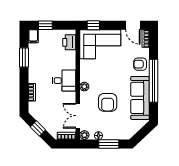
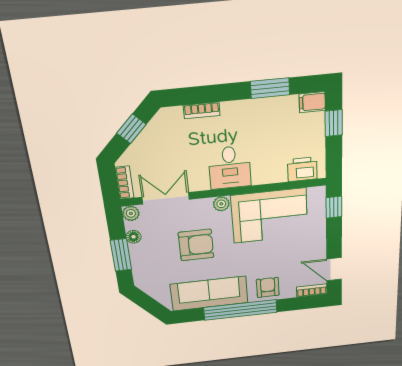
door: (133, 25) -> (334, 269), hinge flipped
corner sofa: (100, 44) -> (270, 216), moved, turned -90
armchair: (108, 102) -> (196, 245), turned 180

